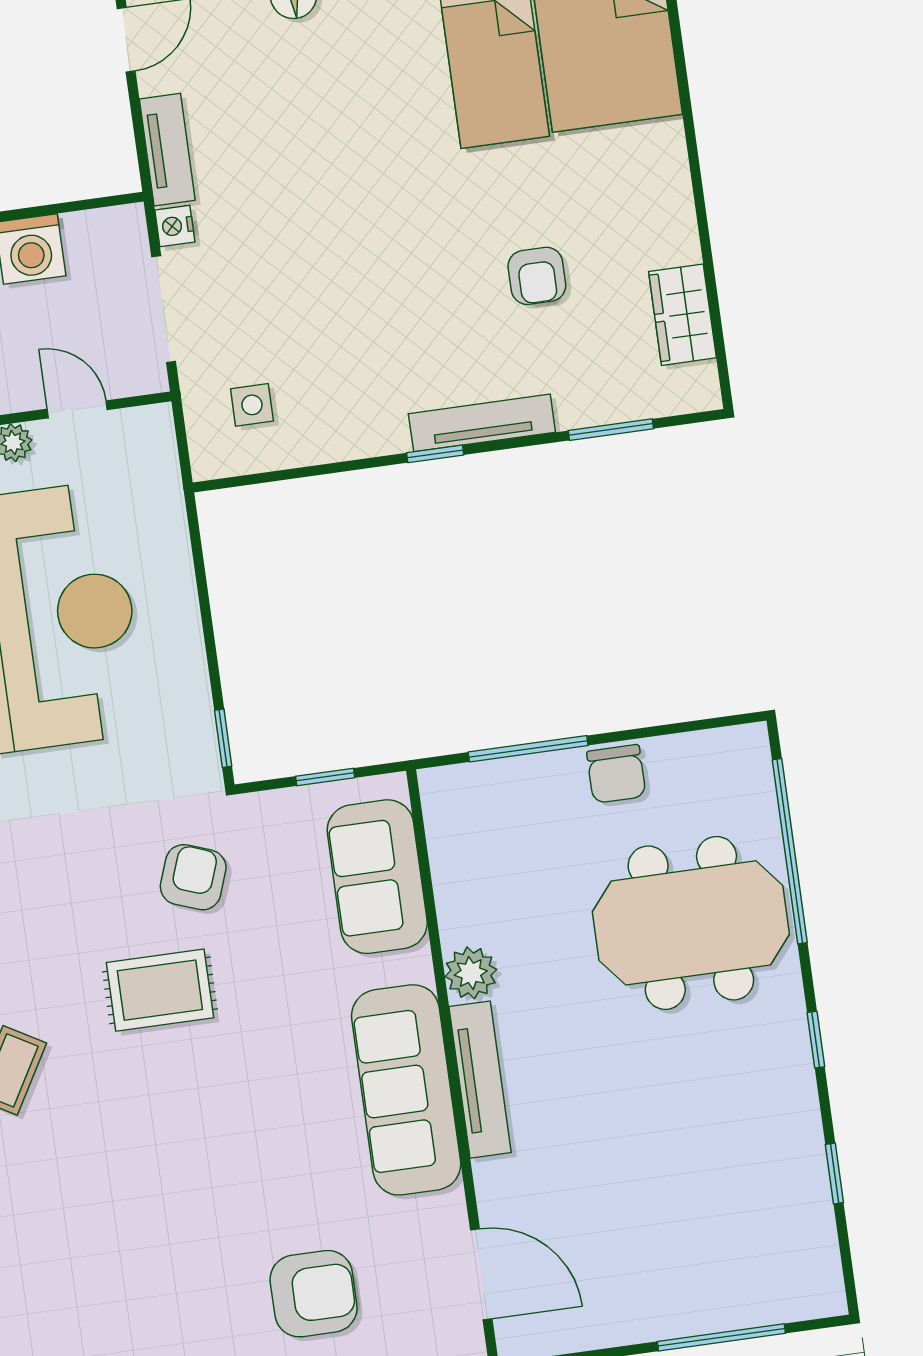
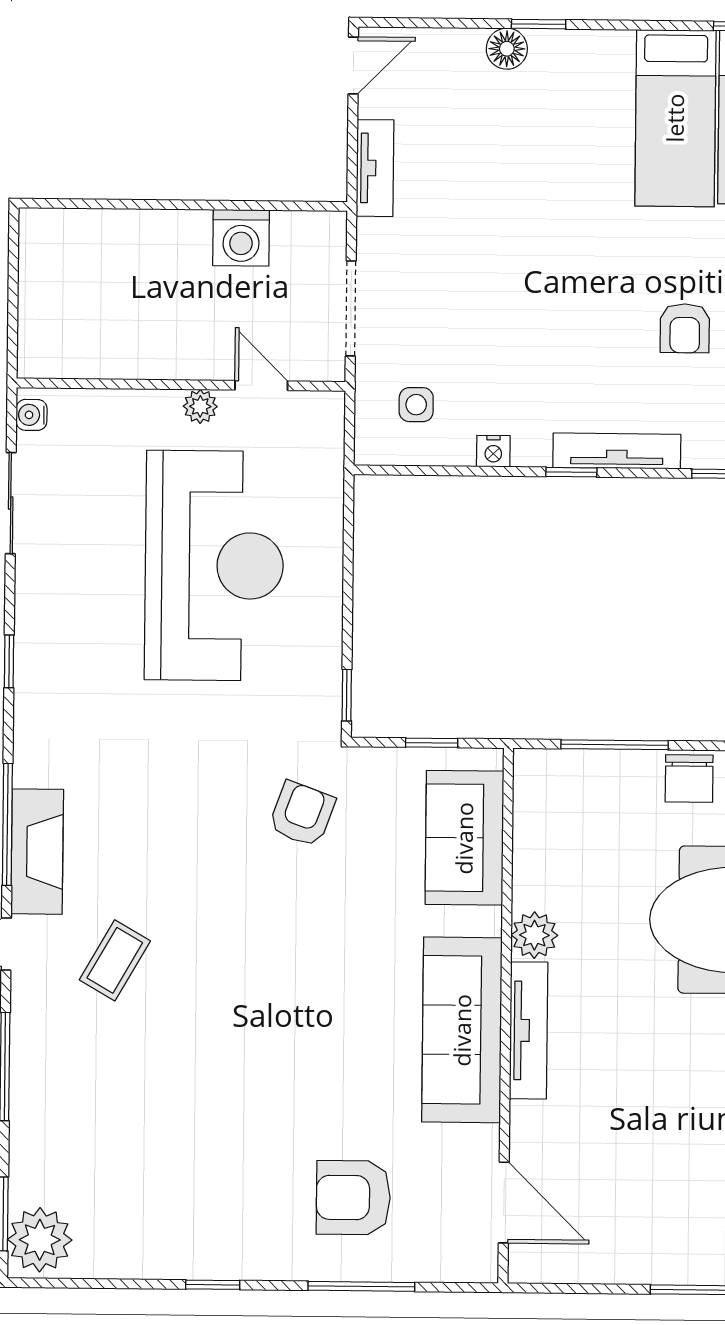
nightstand: (175, 226) -> (493, 451), moved, turned -90
rug: (160, 990) -> (258, 909), removed
armchair: (314, 1294) -> (353, 1198), turned 180

